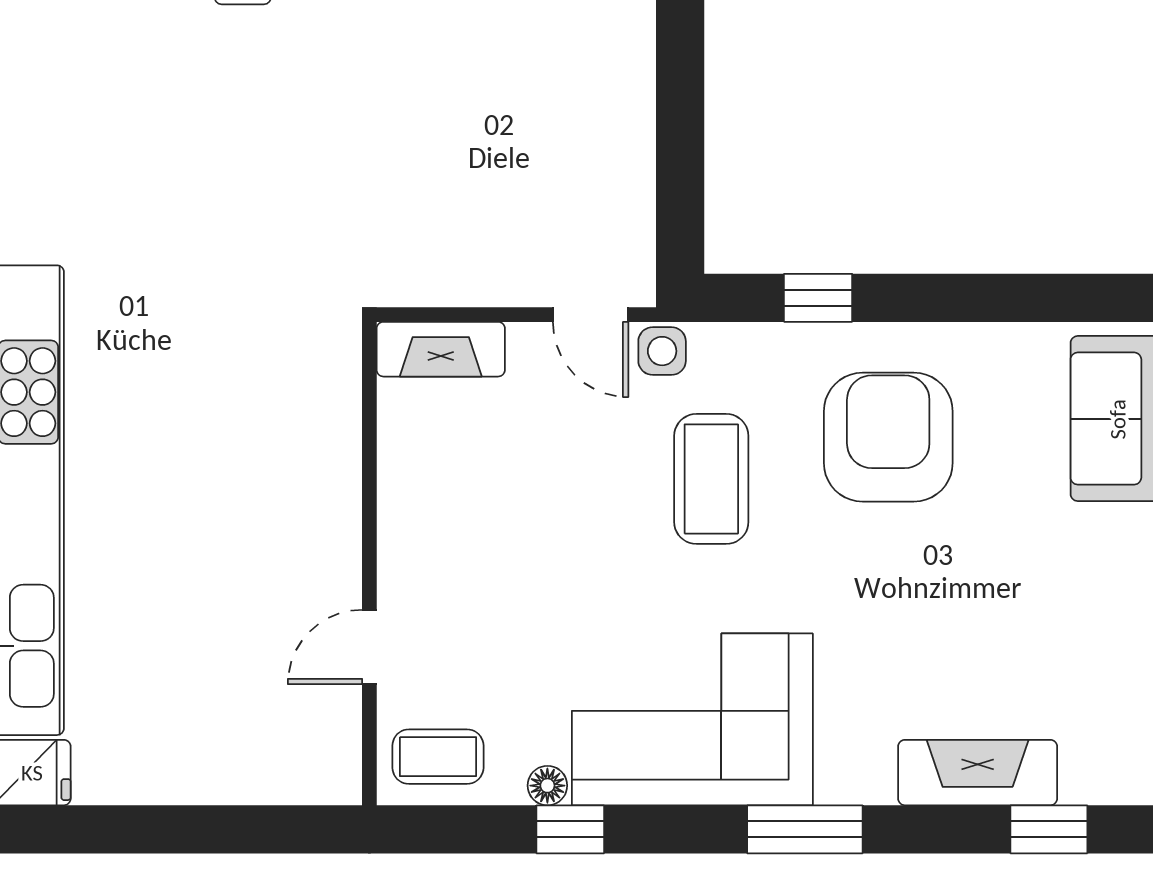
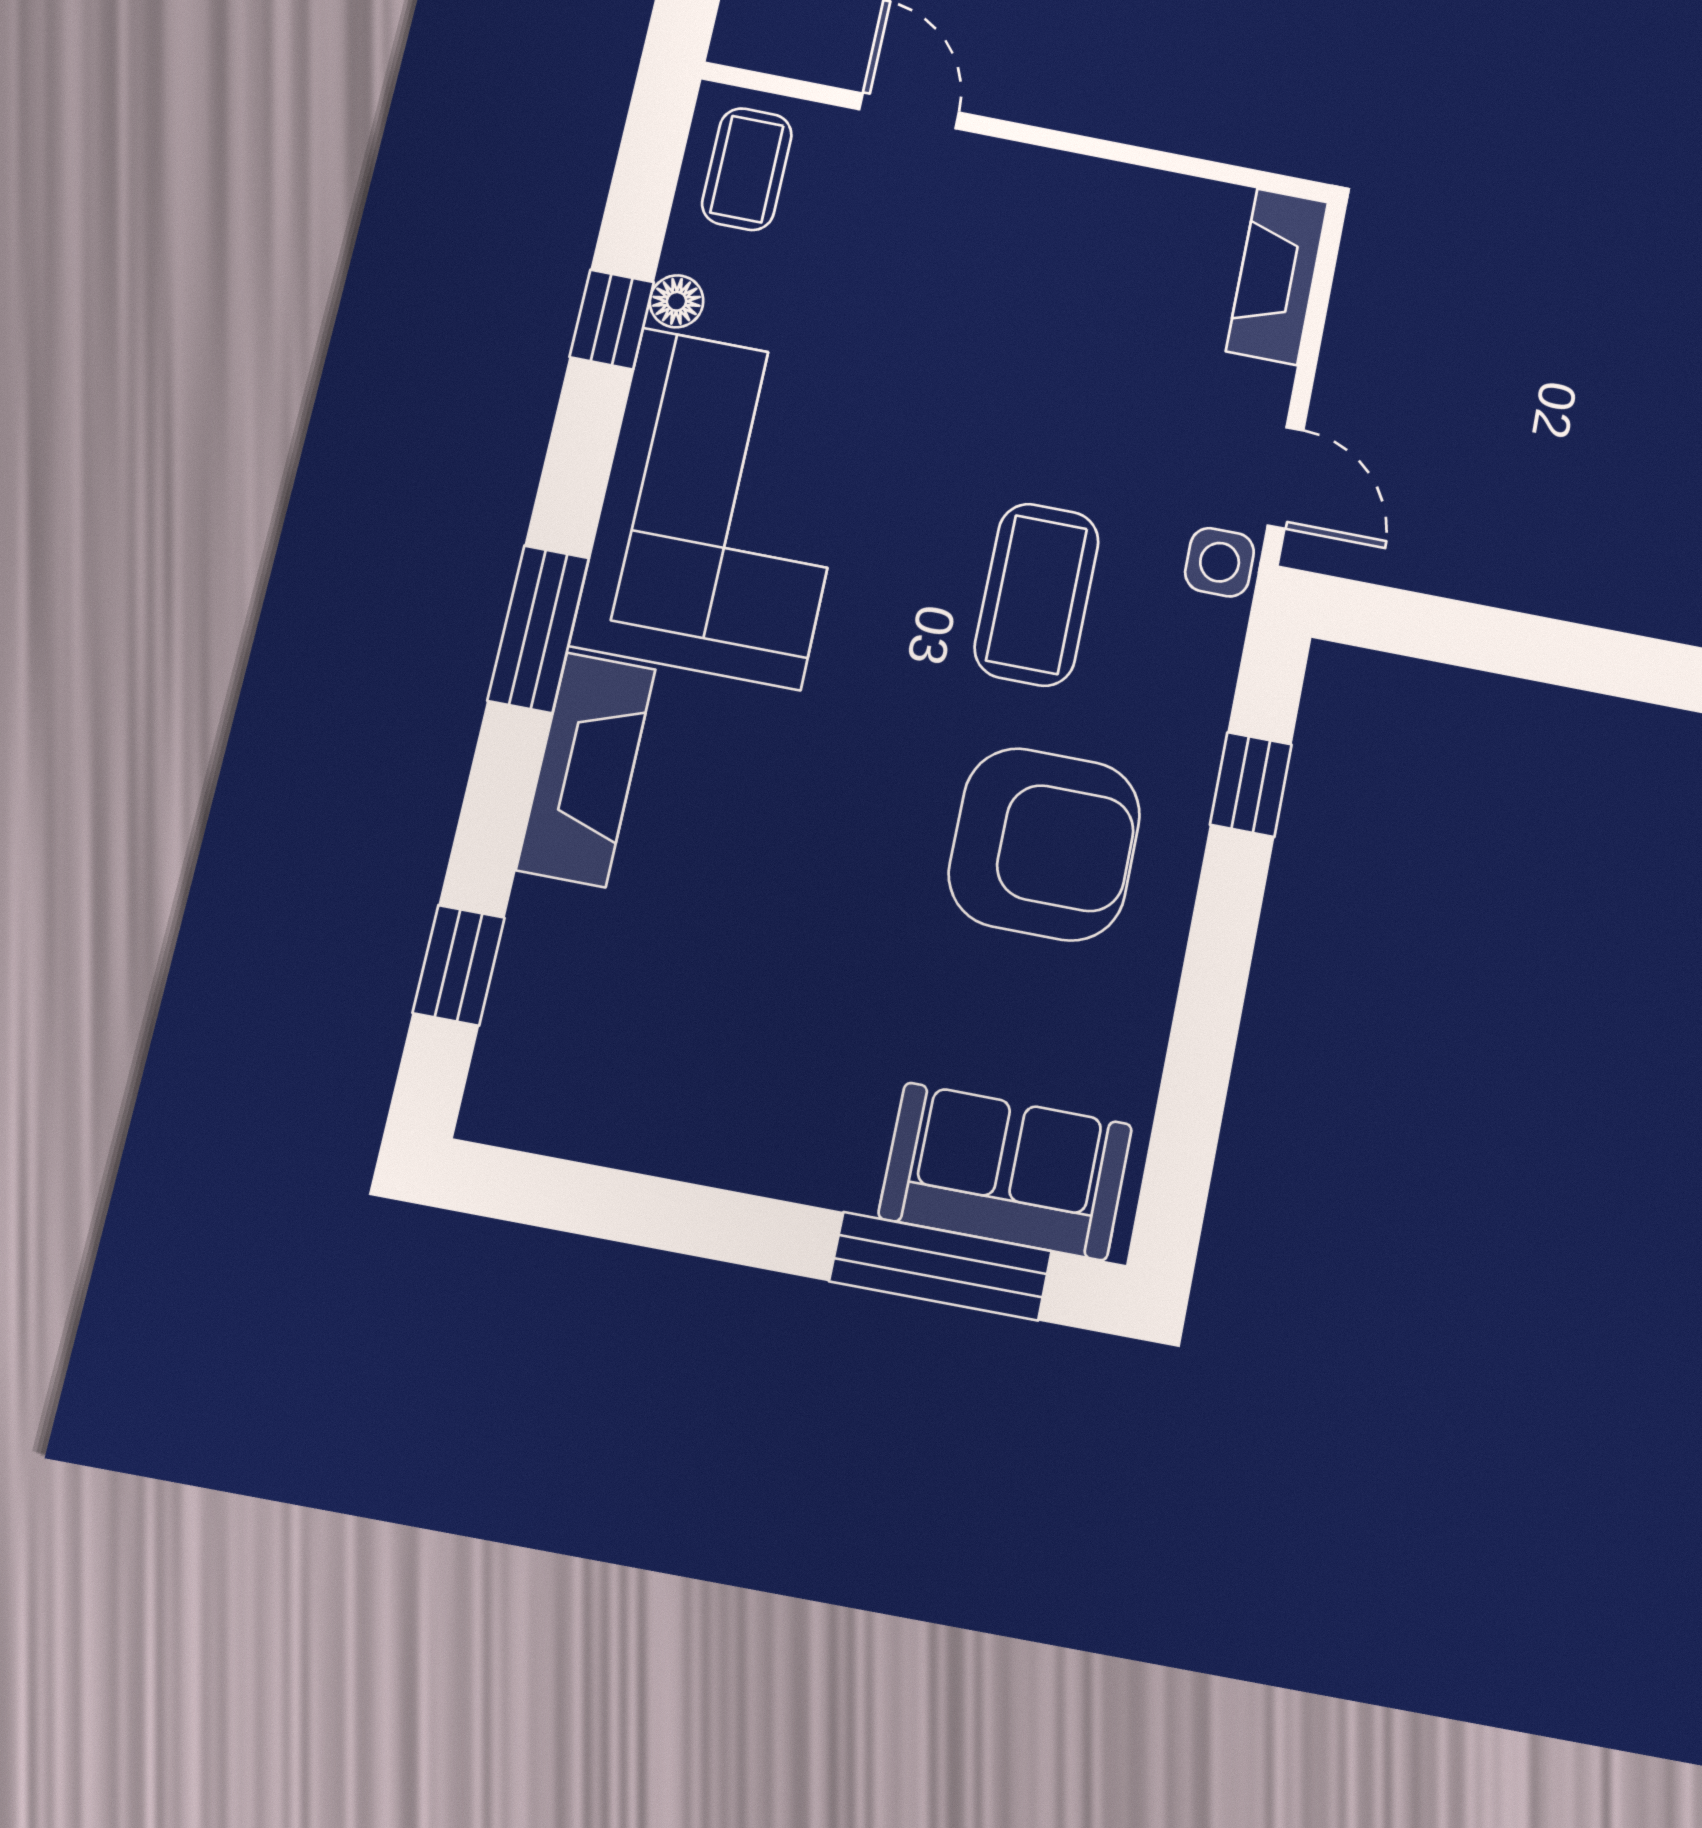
door: (591, 315) -> (1286, 478), swing flipped
coffee table: (711, 479) -> (1037, 595), turned 90
fireplace: (978, 773) -> (586, 769), moved

